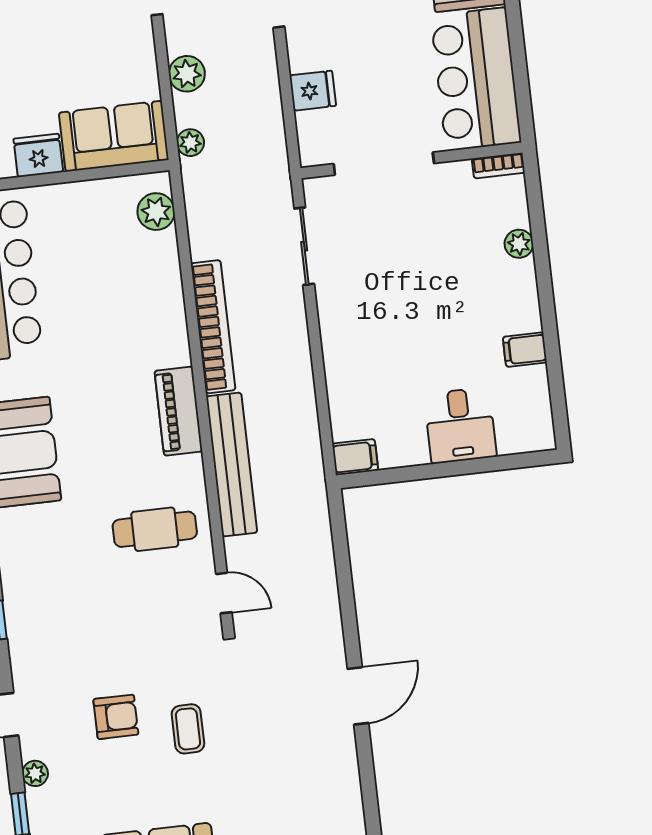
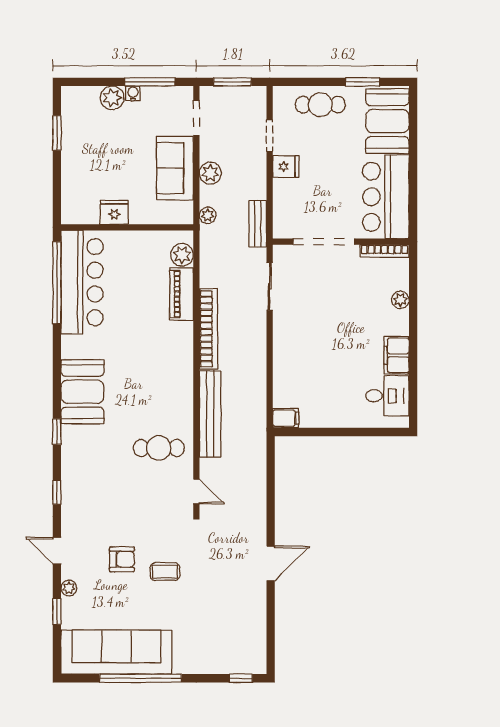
fridge: (313, 91) -> (286, 167), moved
sofa: (114, 136) -> (175, 168), moved, turned -90
bench: (273, 147) -> (258, 224), added
bookcase: (498, 166) -> (385, 251), width x1.56
filing cabinet: (525, 350) -> (396, 355), width x2.00
piano: (178, 411) -> (182, 294), moved
desk: (460, 425) -> (387, 396), moved, turned -90
coffee table: (188, 729) -> (165, 572), turned 90

